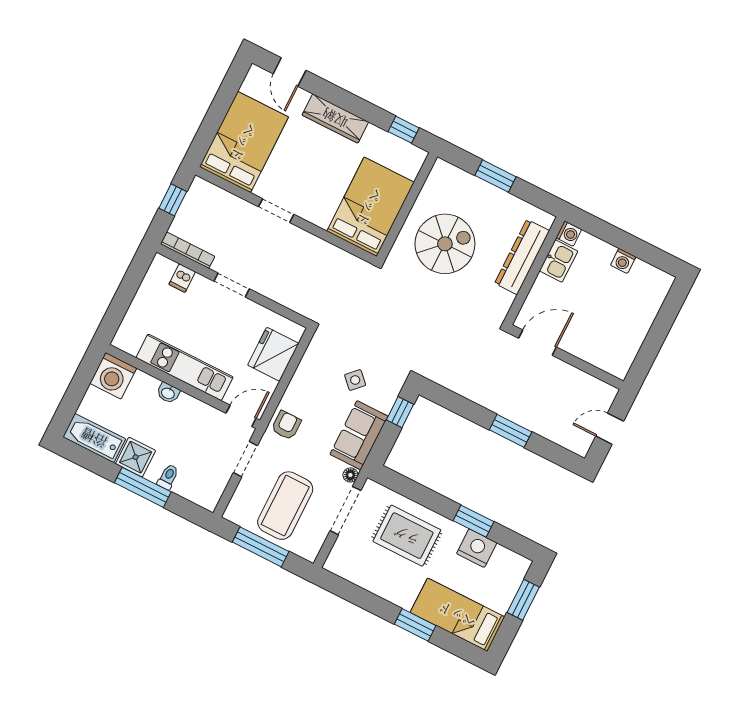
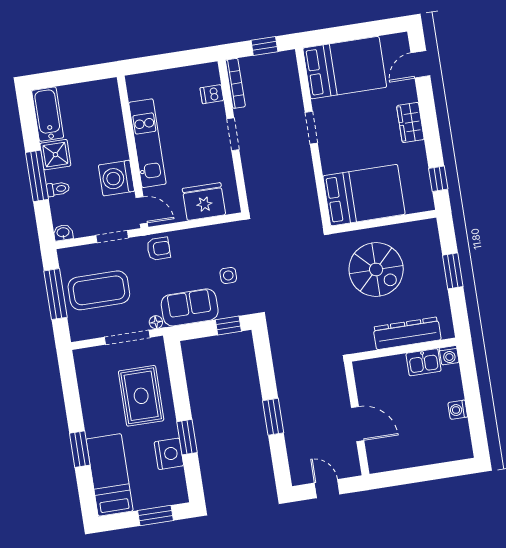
wardrobe: (335, 118) -> (410, 123), width x0.67
door: (538, 343) -> (358, 424), moved
washing machine: (113, 376) -> (116, 178), moved
side table: (355, 380) -> (228, 275), turned 45
washbasin: (168, 393) -> (63, 233), moved, turned 90

